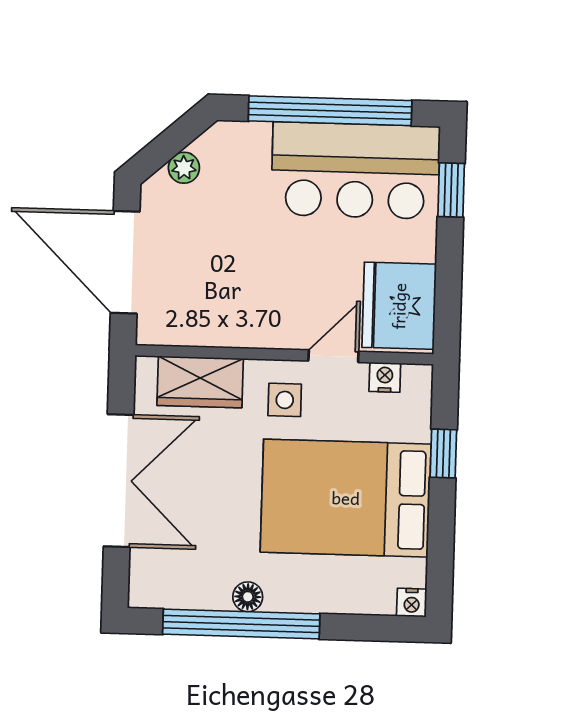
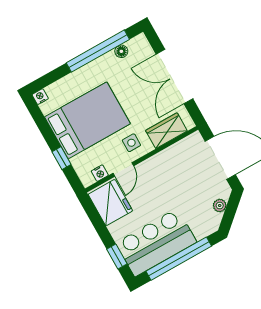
floor lamp: (248, 597) -> (121, 51), moved

